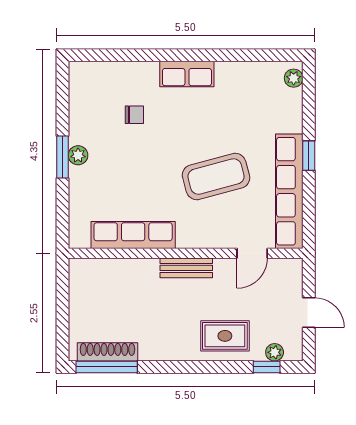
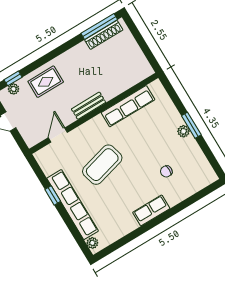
window: (309, 156) -> (53, 195), moved
row of seats: (289, 191) -> (73, 205), moved

